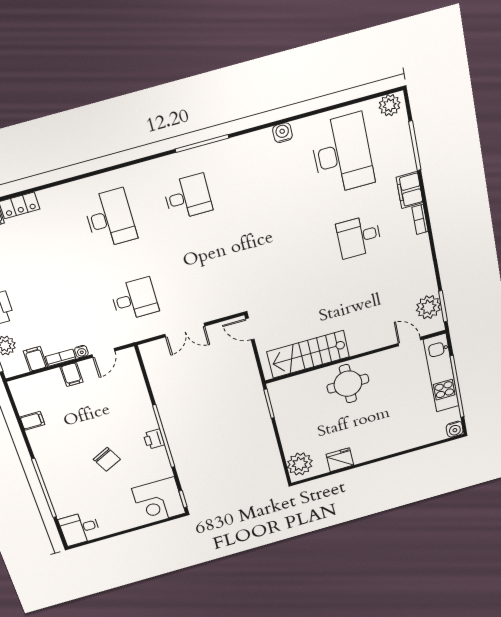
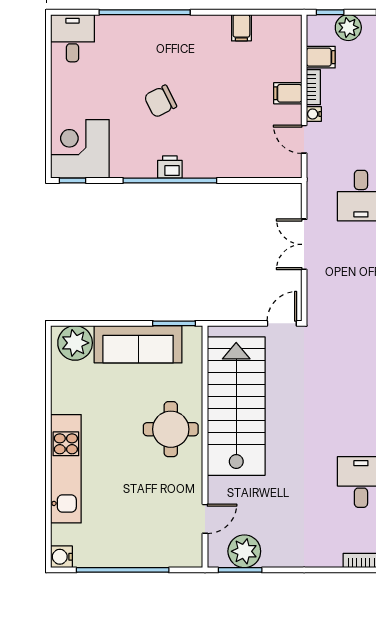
stairs: (308, 354) -> (236, 406), width x1.36, depth x1.51
kitchen unit: (441, 373) -> (66, 469), moved, turned 90
sofa: (291, 423) -> (138, 344), added
fridge: (340, 460) -> (65, 397), removed

